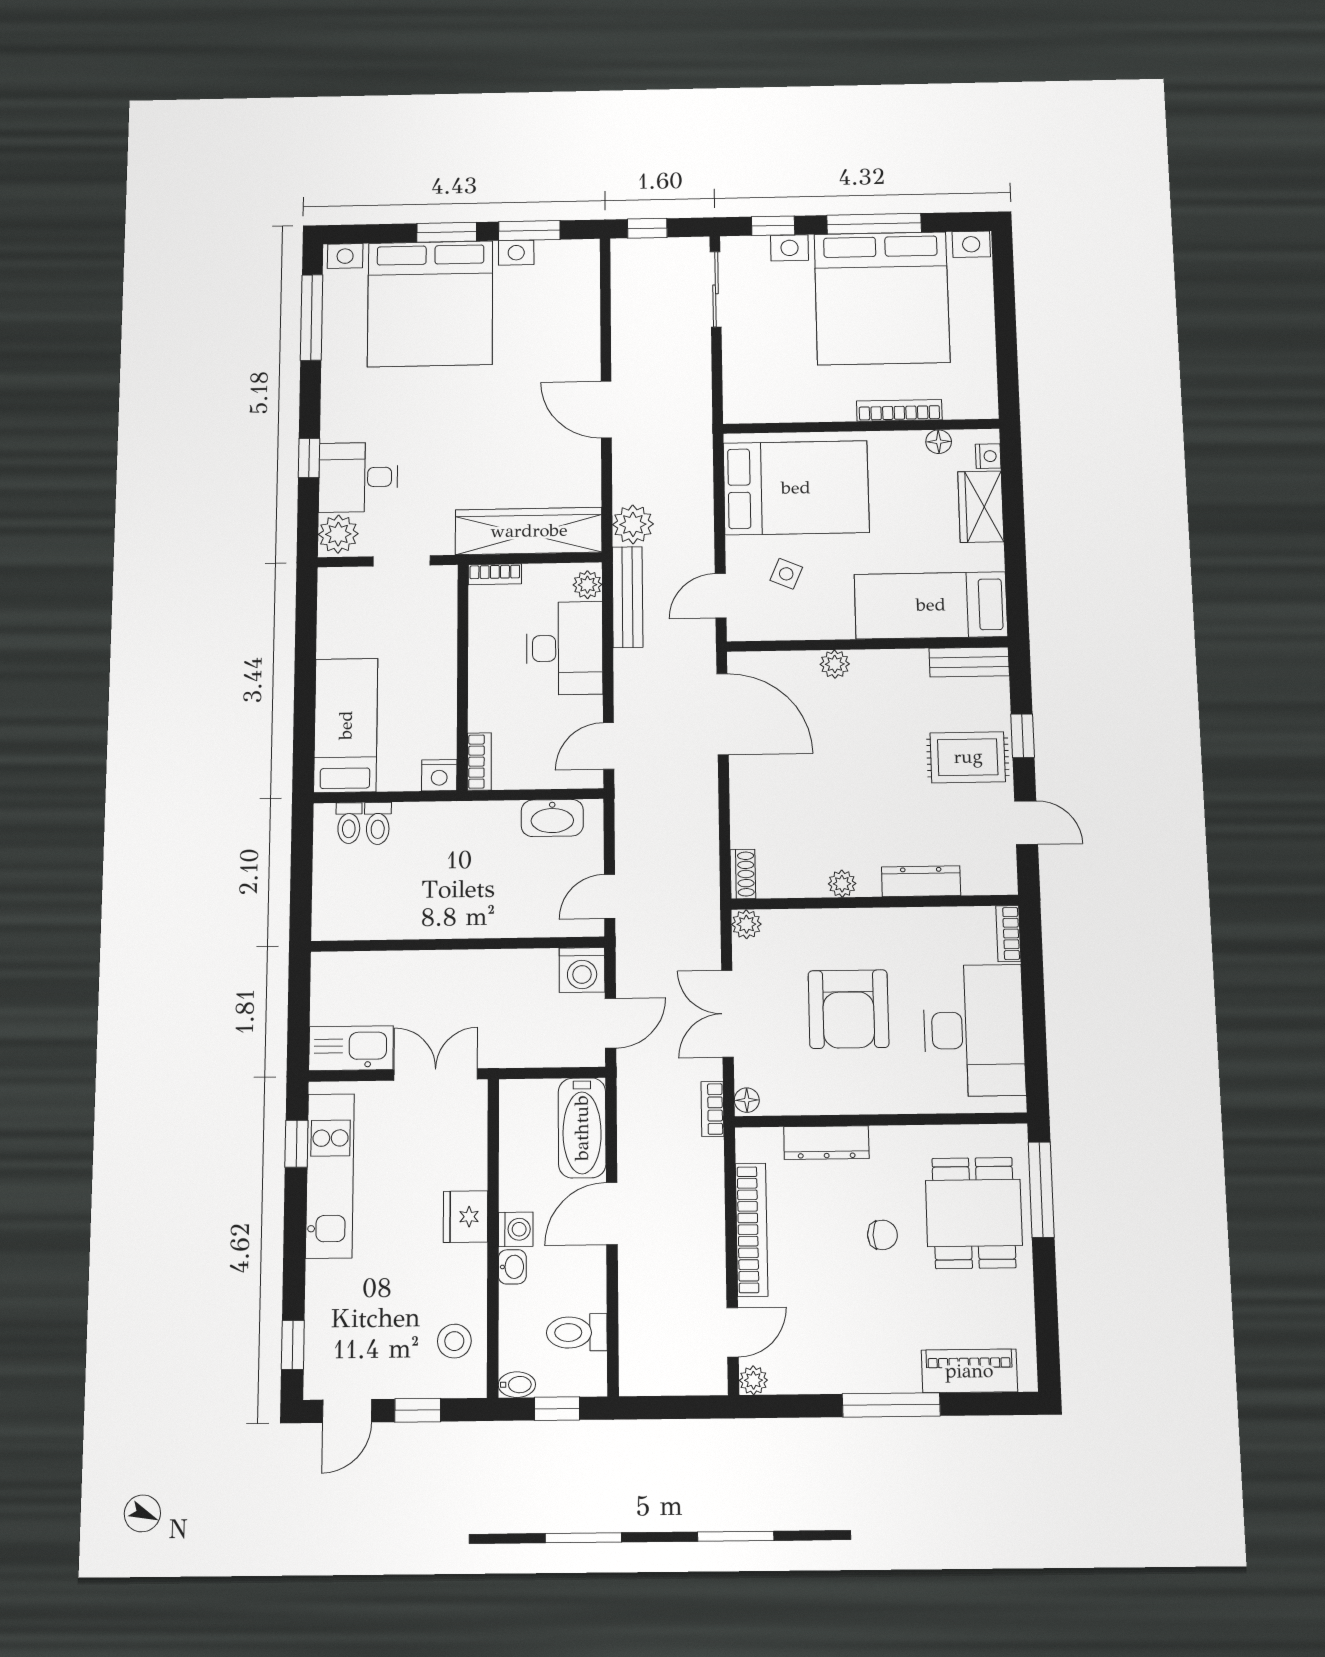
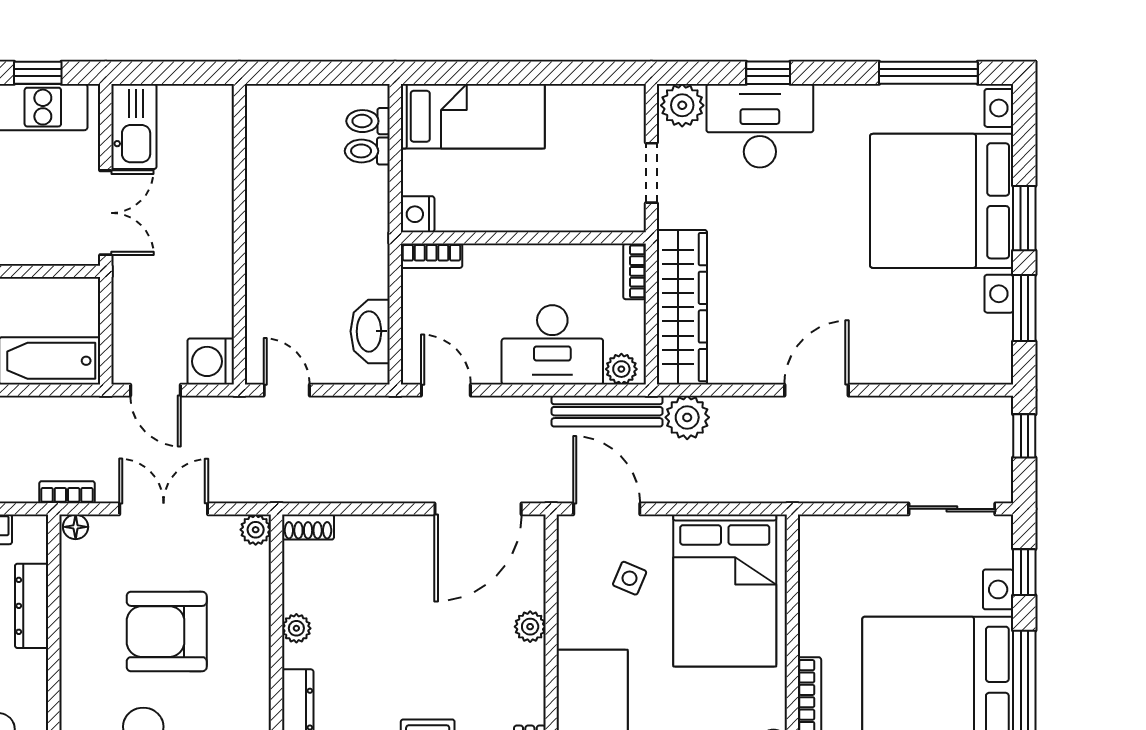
desk: (358, 477) -> (760, 126), width x1.37
door: (721, 596) -> (607, 509), width x1.38

